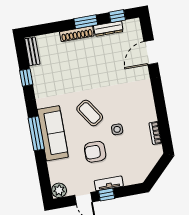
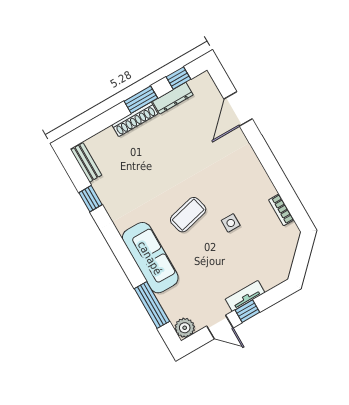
coffee table: (90, 113) -> (188, 215), turned -70
window: (36, 133) -> (152, 305), moved
armchair: (95, 152) -> (213, 262), removed

